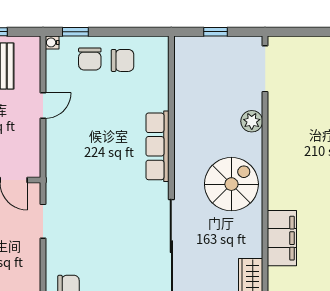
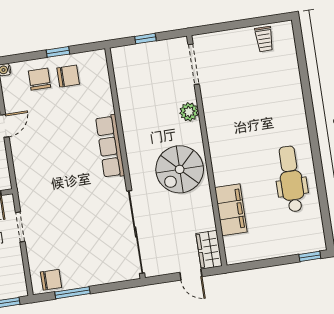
window: (75, 32) -> (58, 52), moved
chair: (90, 59) -> (39, 79), turned 180
spiral stairs: (231, 184) -> (180, 169), turned 180

